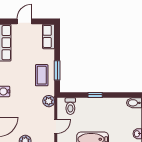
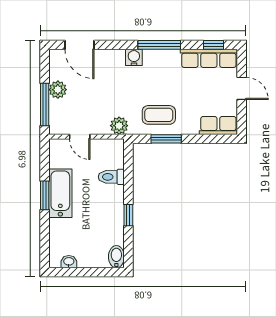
window: (95, 95) -> (128, 215), moved
toilet: (70, 106) -> (111, 177), moved

